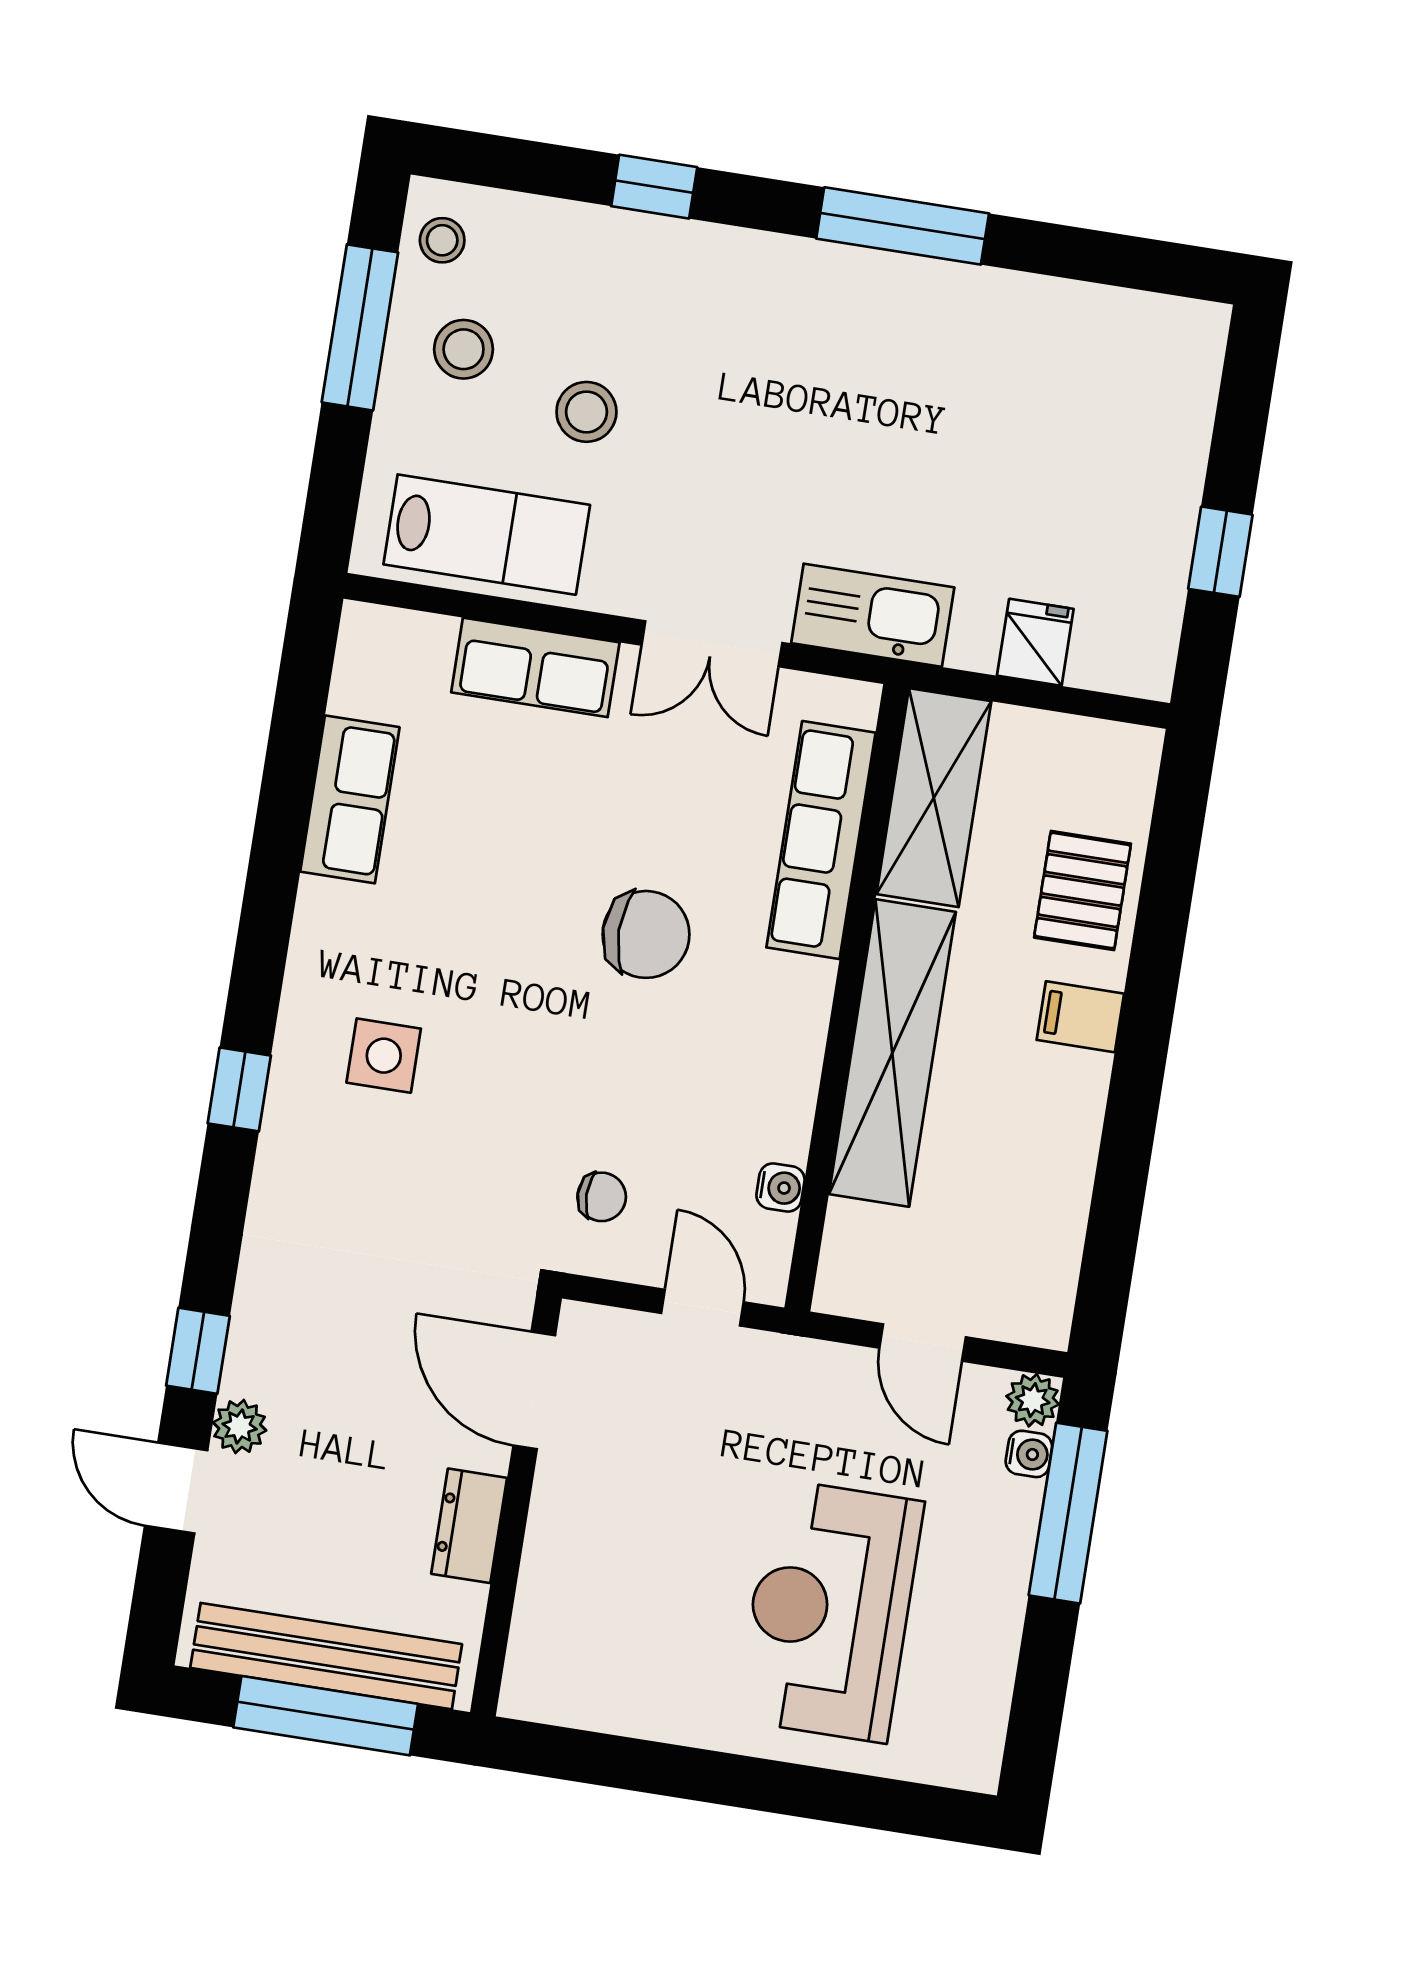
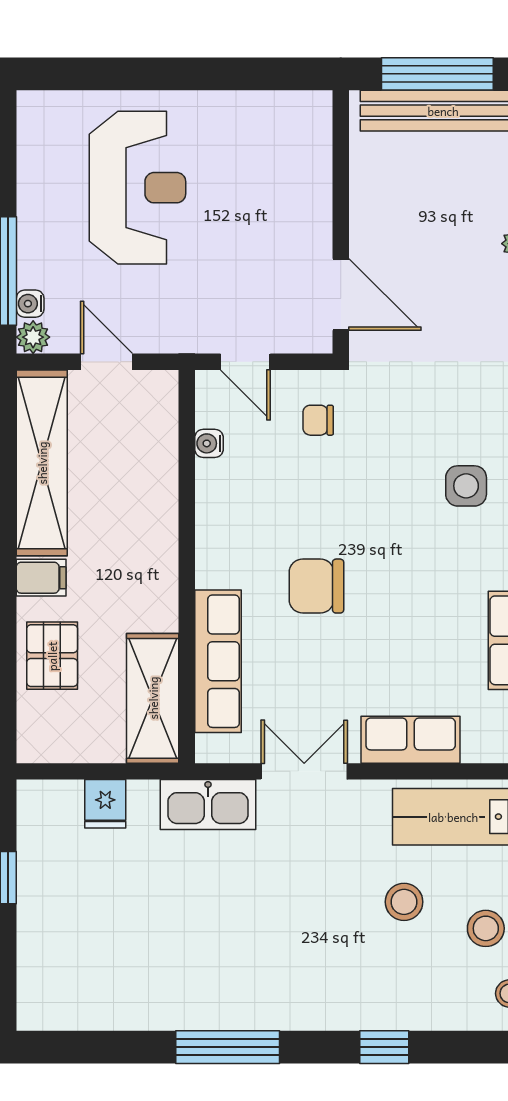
shelving: (892, 1053) -> (42, 463), moved
dresser: (469, 1526) -> (368, 205), removed

